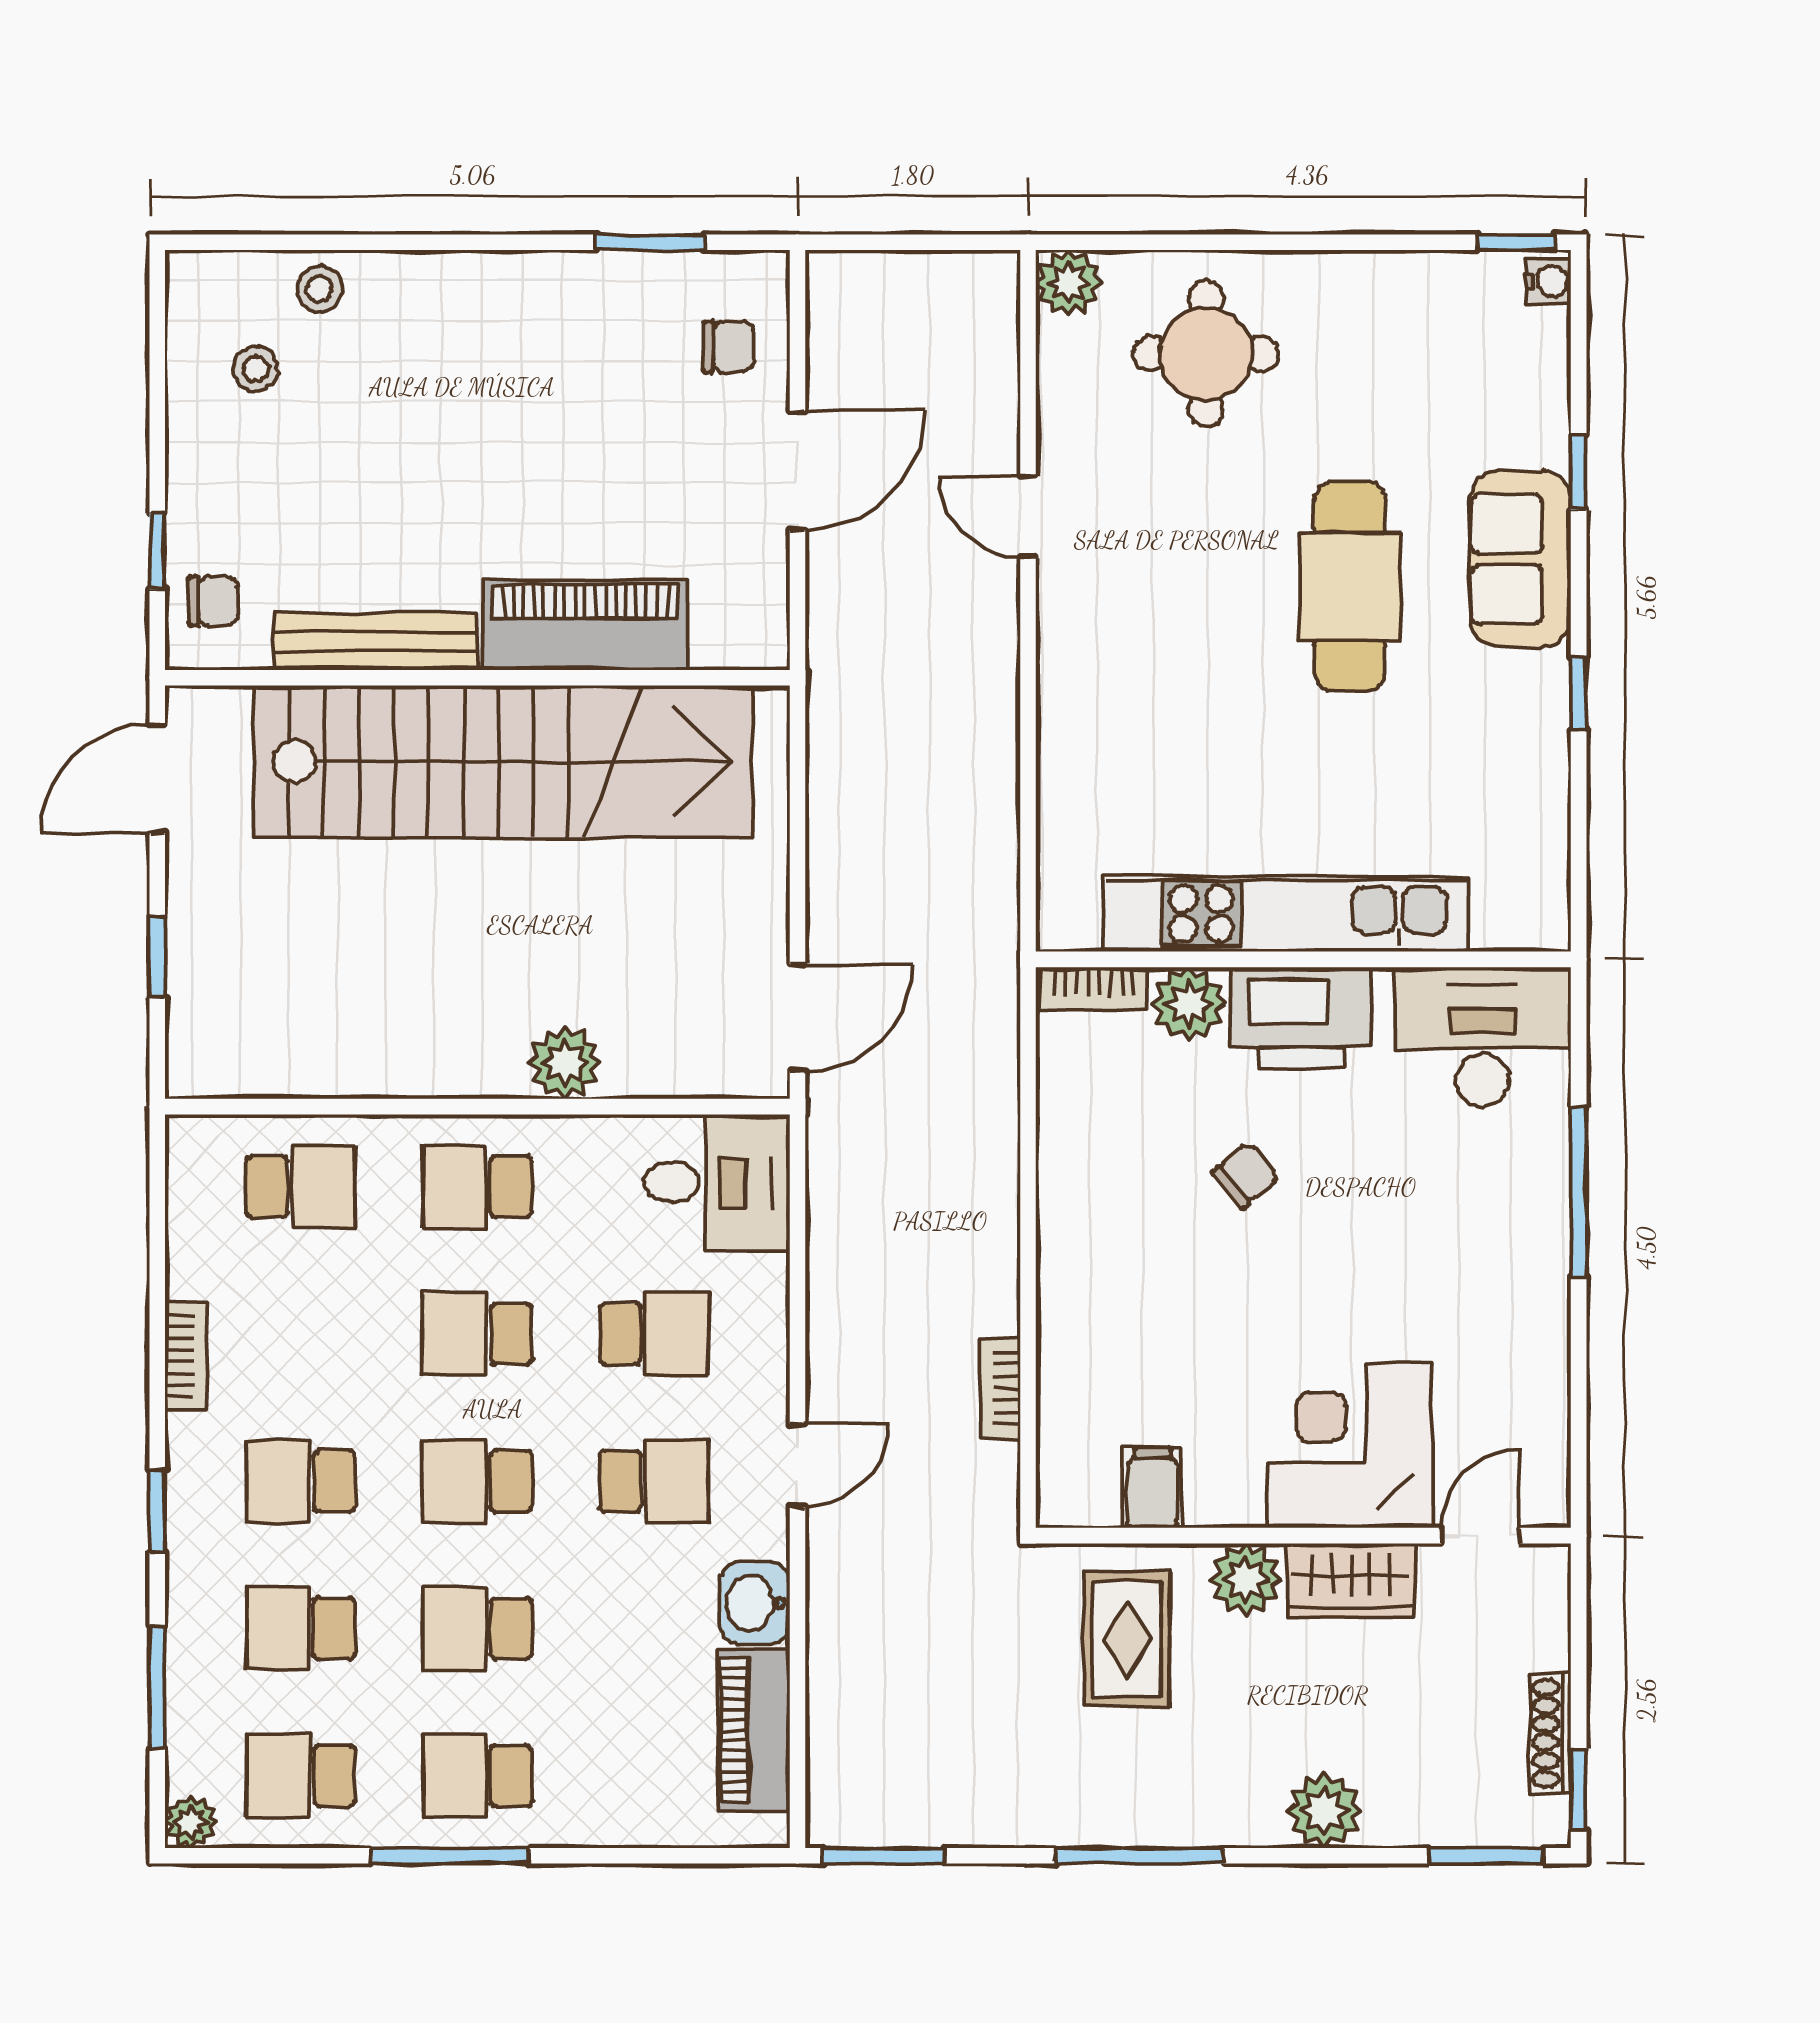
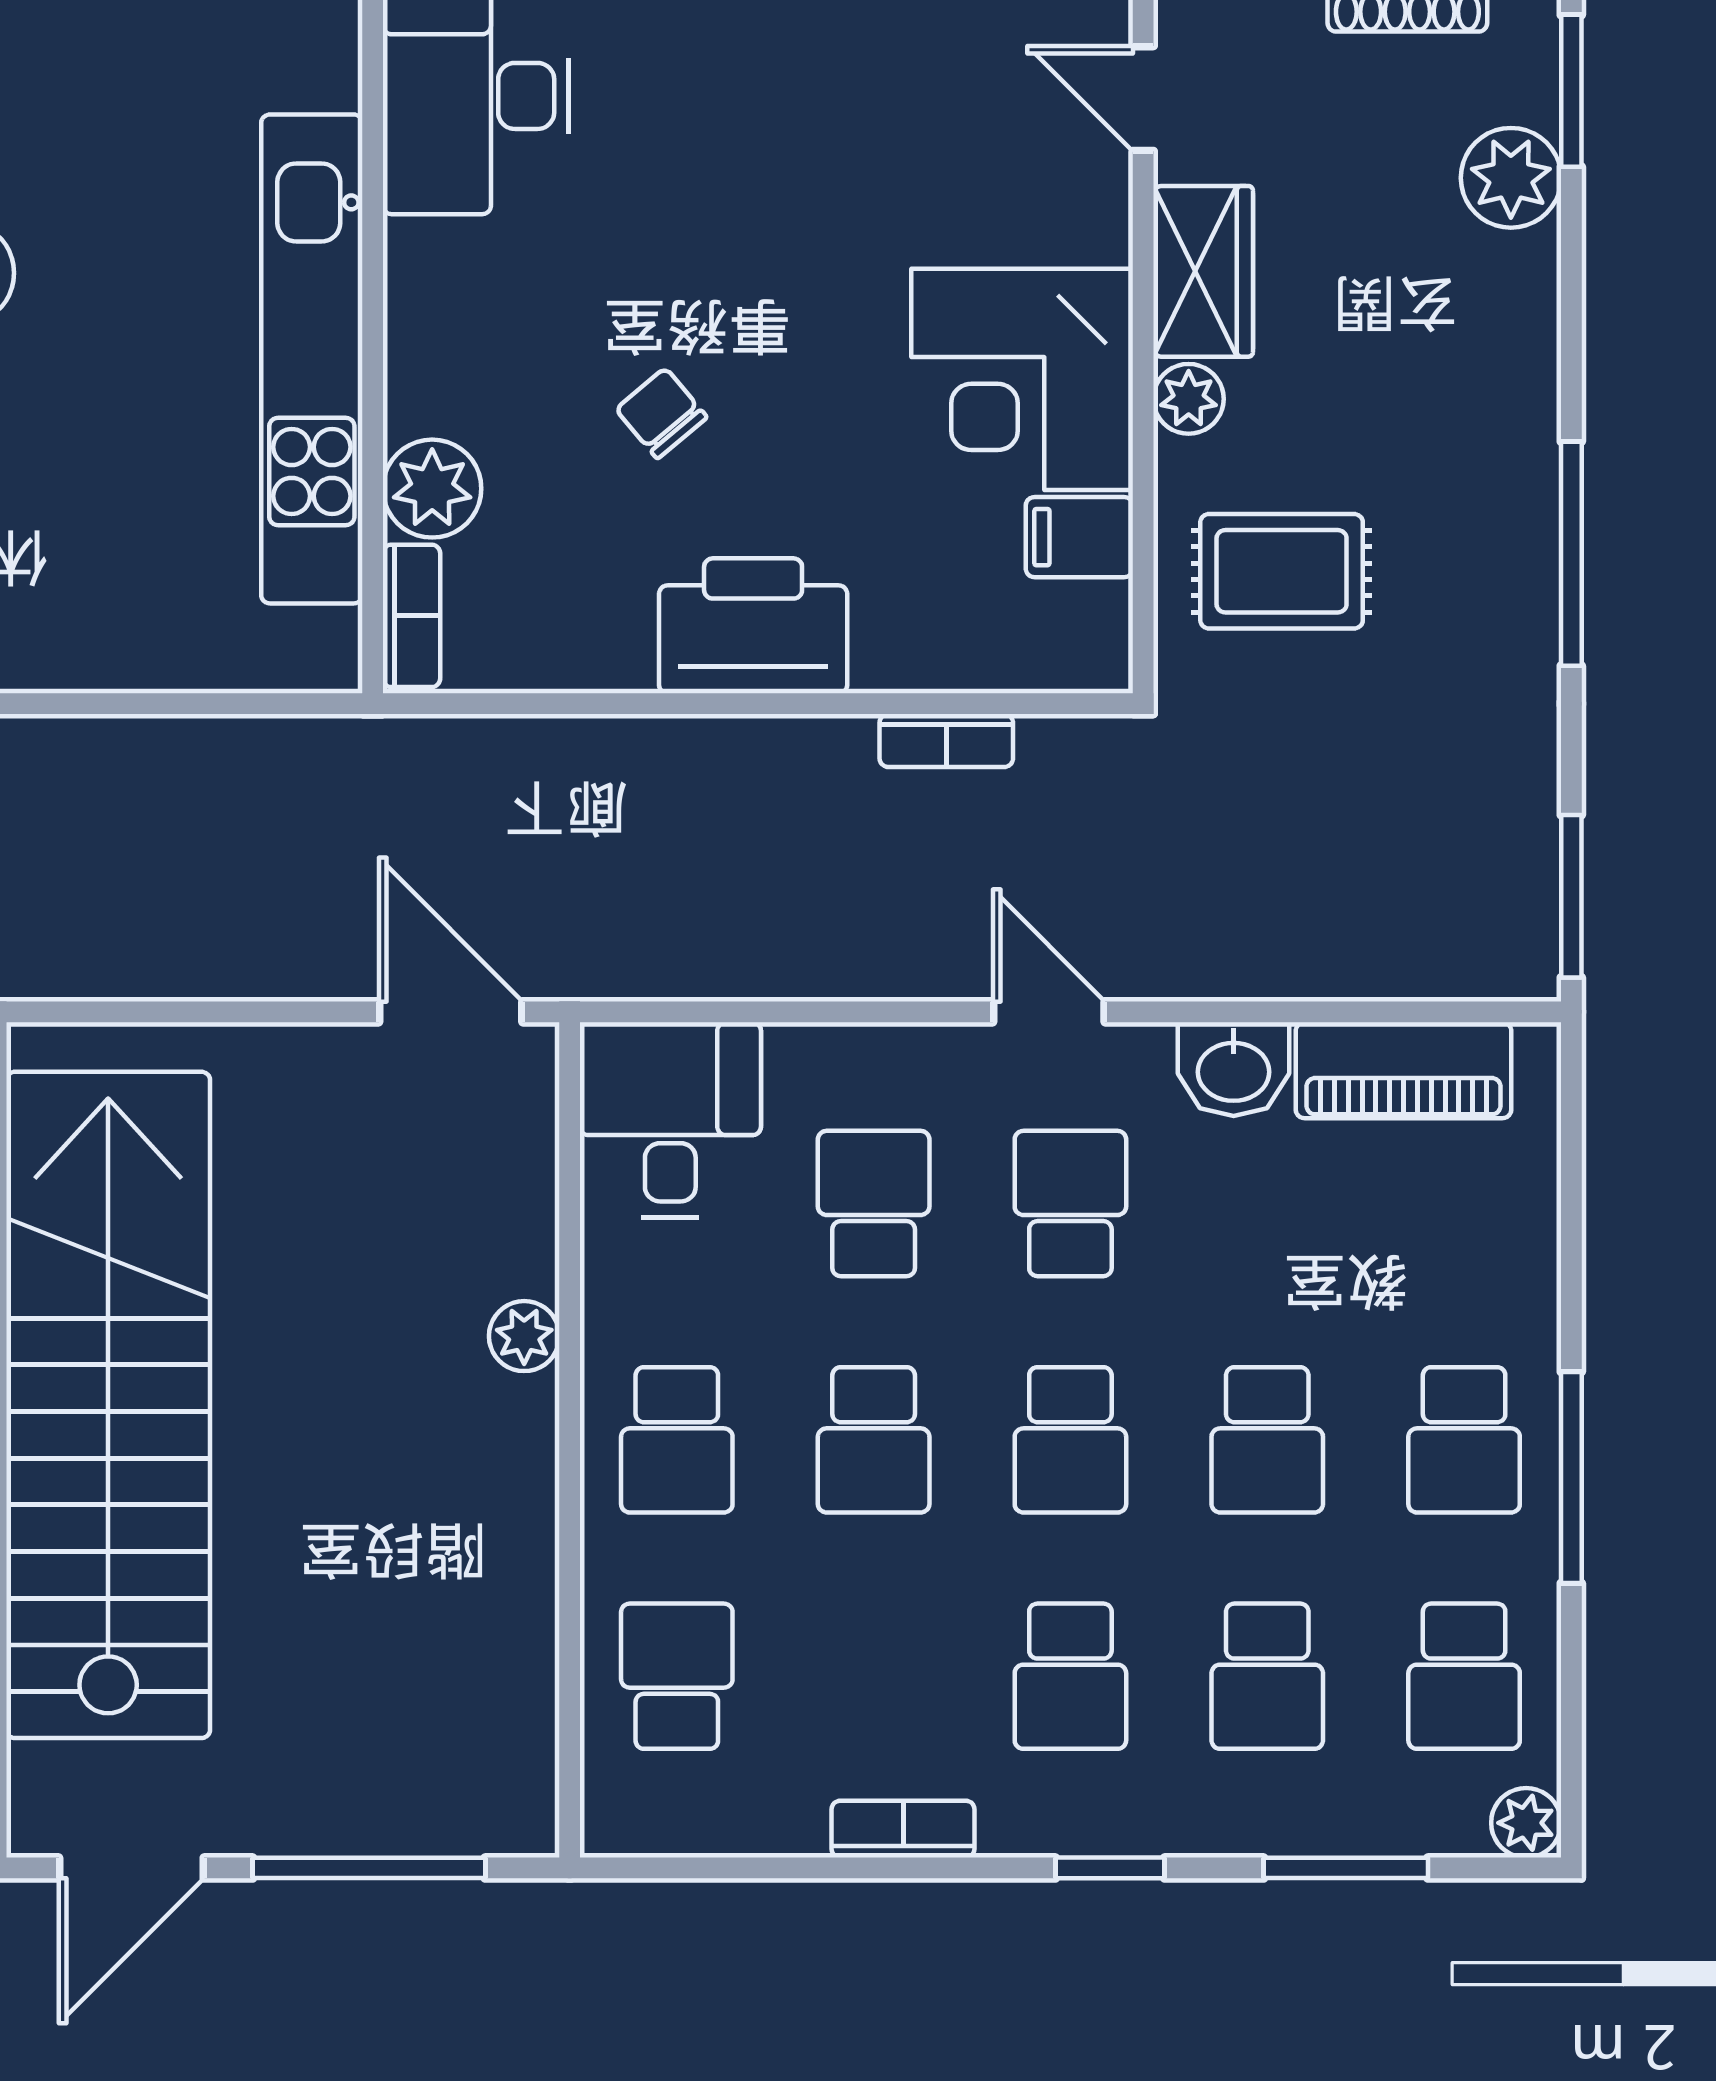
door: (157, 779) -> (131, 1868), hinge flipped
window: (157, 957) -> (369, 1868), width x2.17
printer: (1301, 1018) -> (753, 626), moved, turned -90
plant: (565, 1063) -> (524, 1336), width x0.73, depth x0.73
corner desk: (1350, 1445) -> (1022, 379), moved
plant: (1246, 1579) -> (1189, 399), width x0.73, depth x0.73
plant: (1324, 1811) -> (1511, 178), moved

